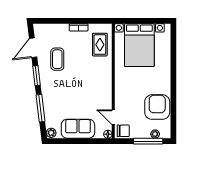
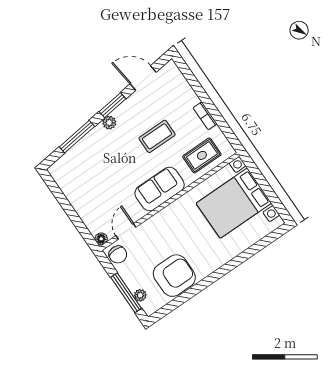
coffee table: (57, 59) -> (157, 136), moved
sofa: (78, 129) -> (160, 189), moved, turned -90
plant: (51, 133) -> (109, 123), moved

